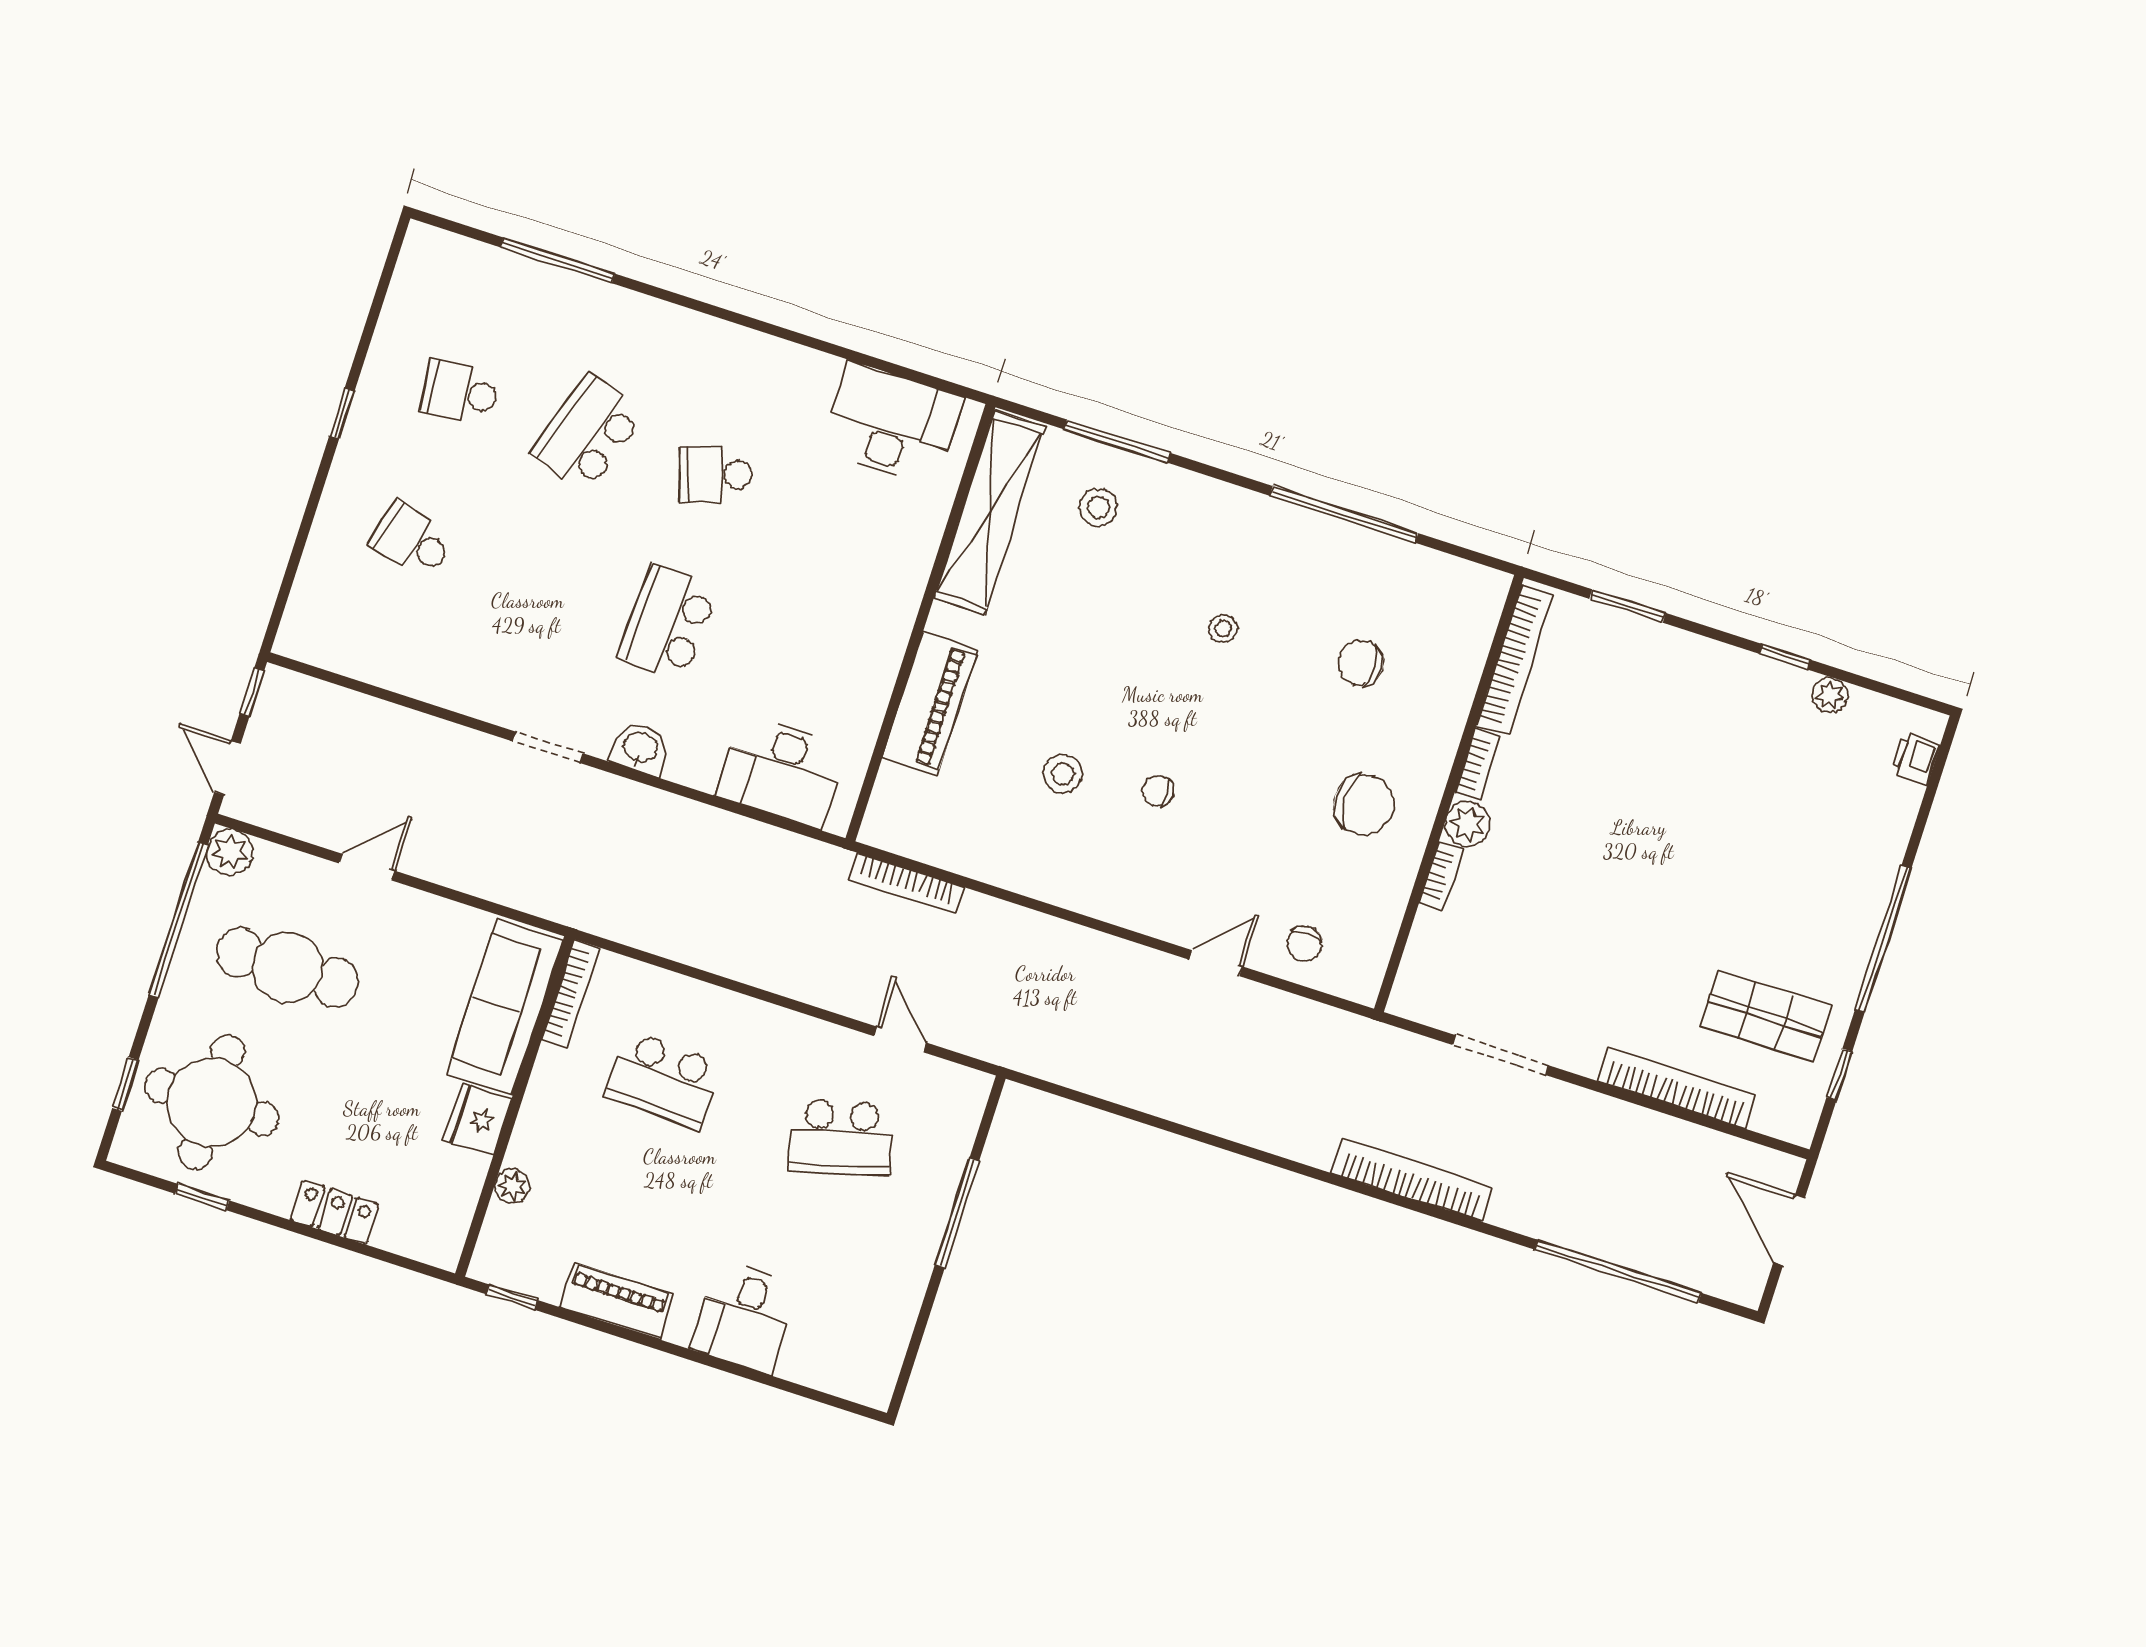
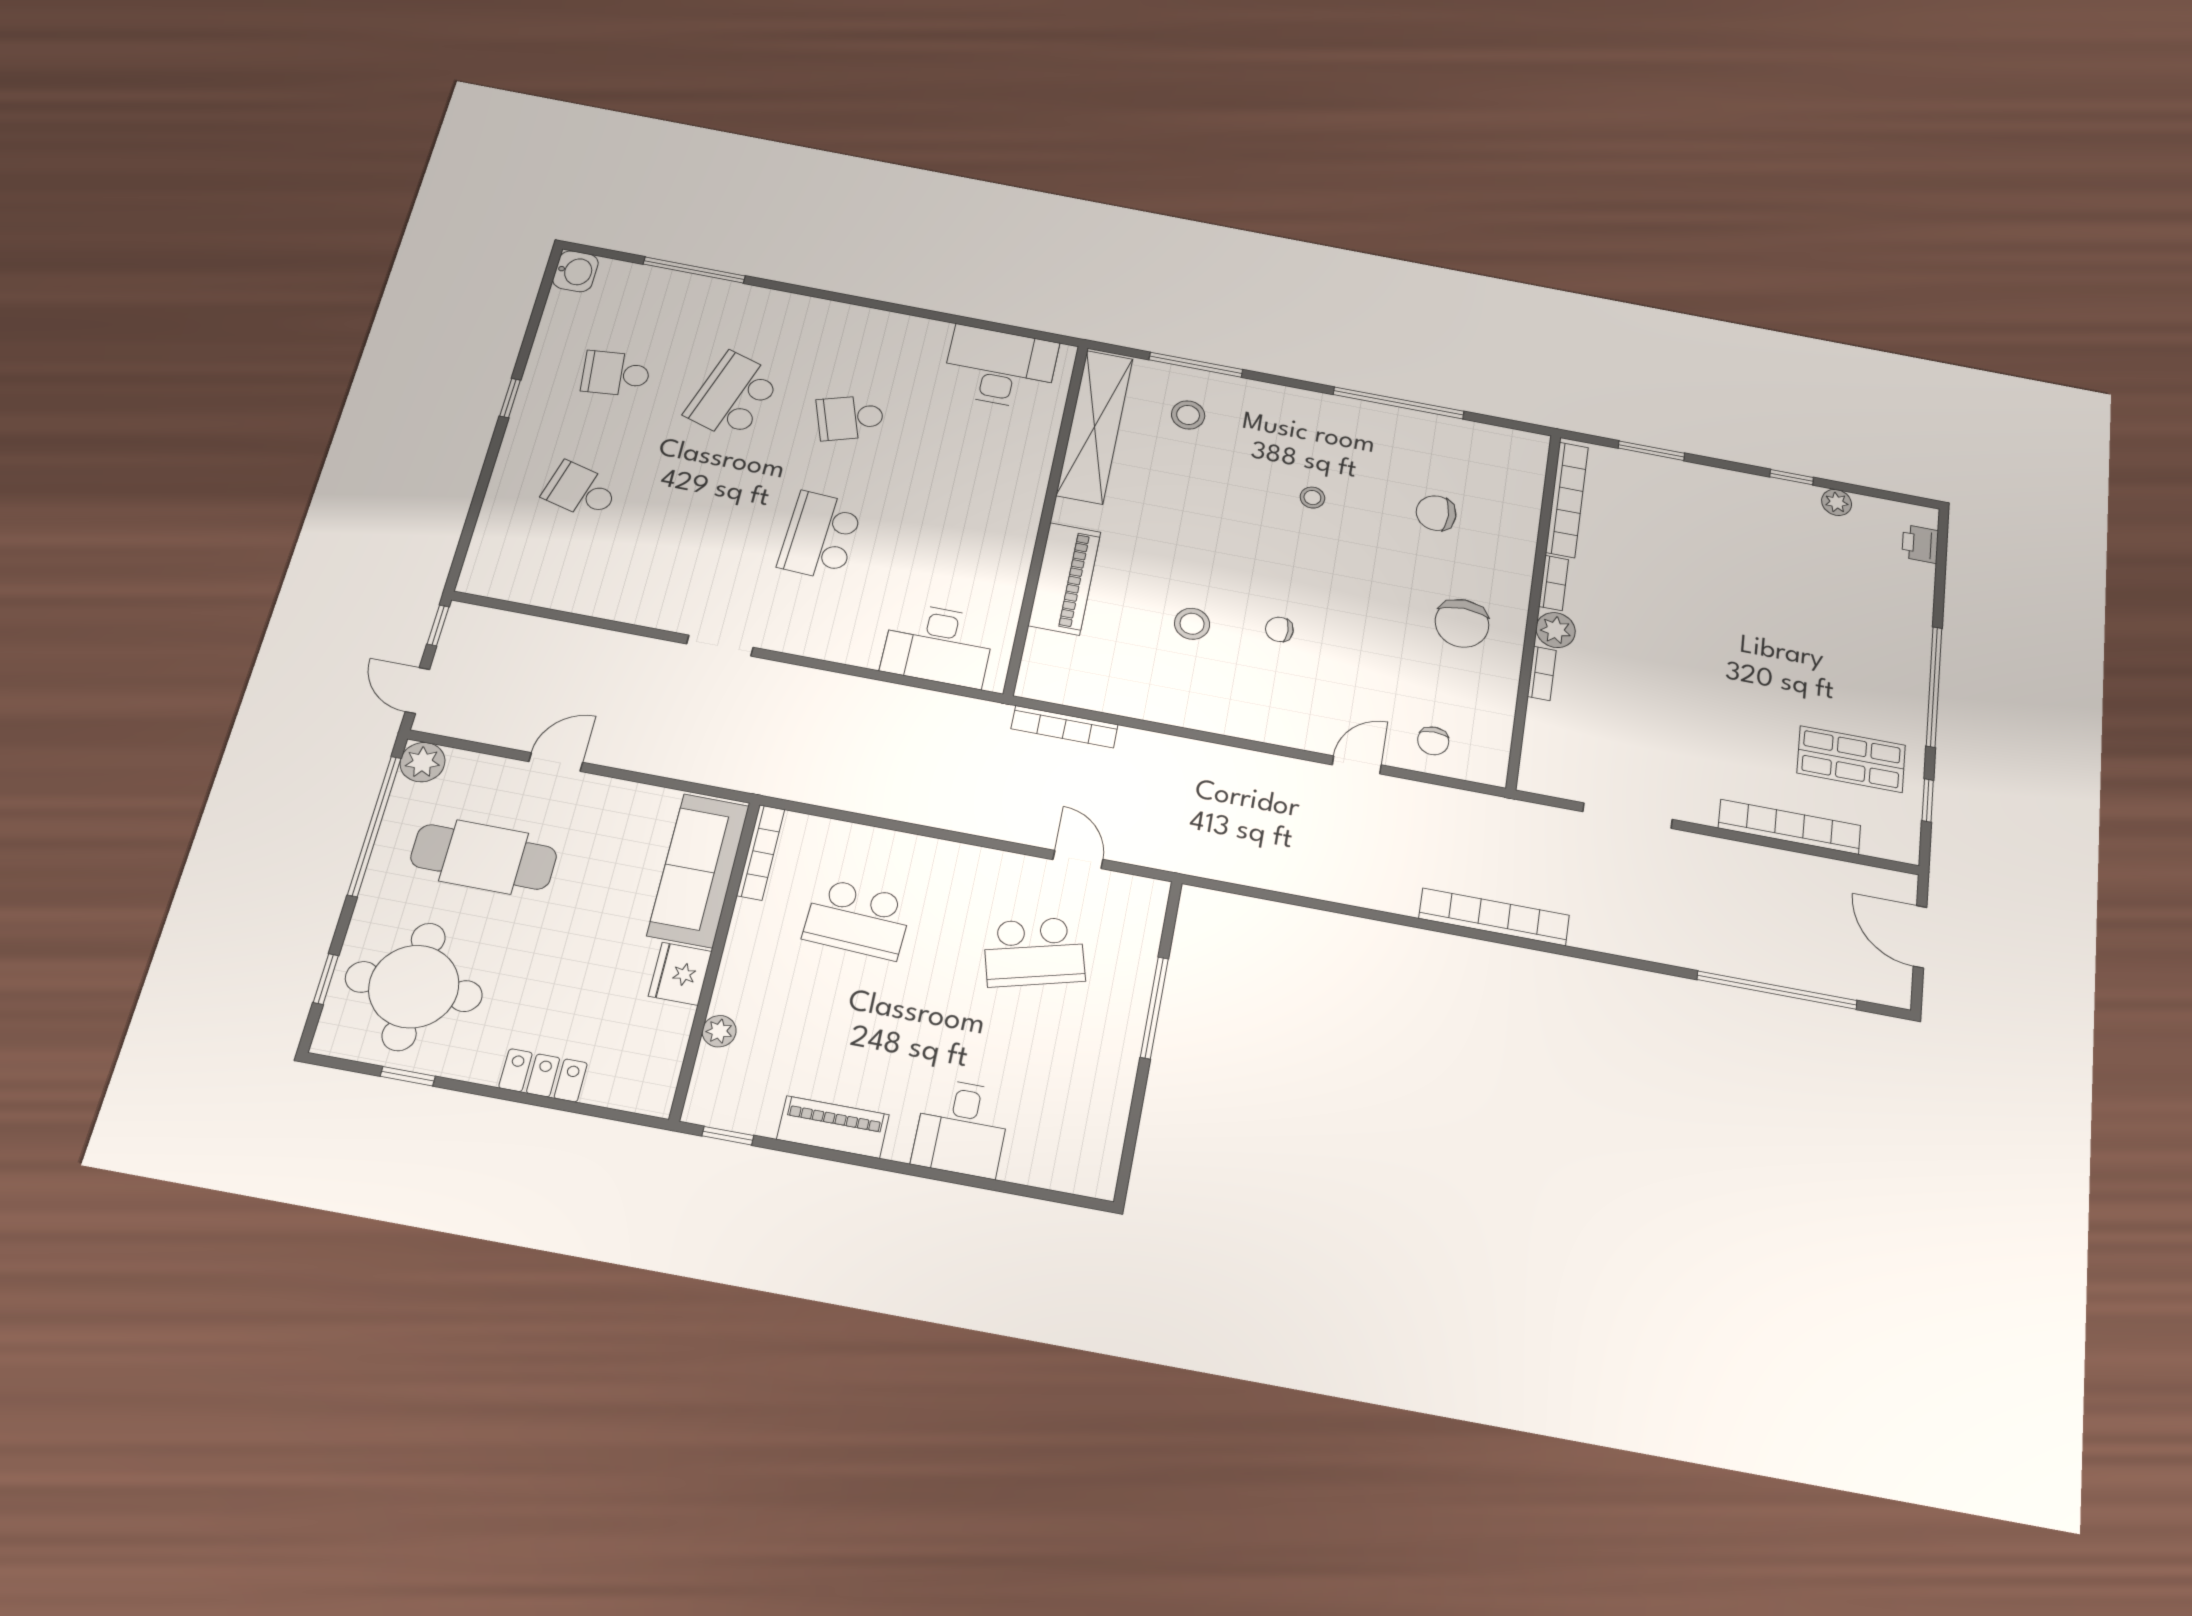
washbasin: (640, 748) -> (575, 271), moved, turned 90
chair: (1364, 805) -> (1462, 623), turned 90
bookcase: (1412, 1180) -> (1494, 917), moved

